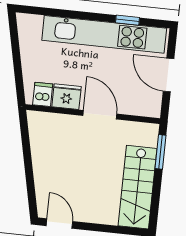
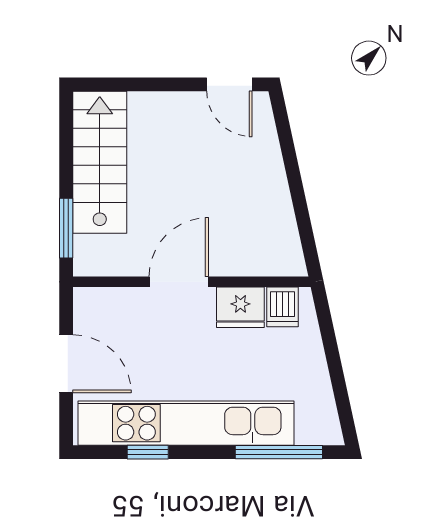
window: (53, 12) -> (279, 452), added
door: (100, 115) -> (179, 282), swing flipped

